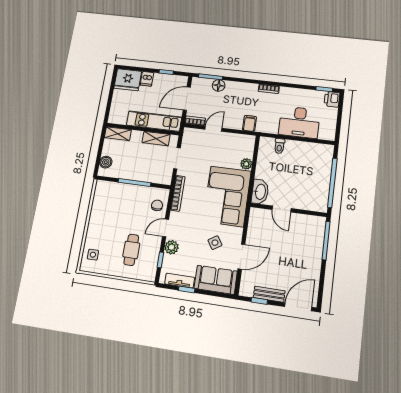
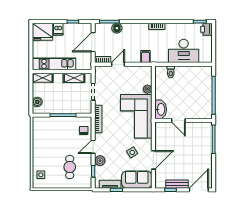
kitchen unit: (154, 121) -> (54, 64), moved

